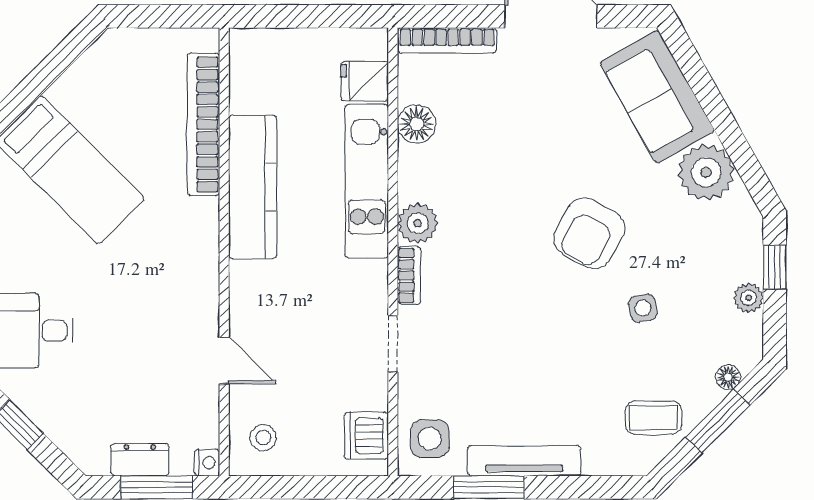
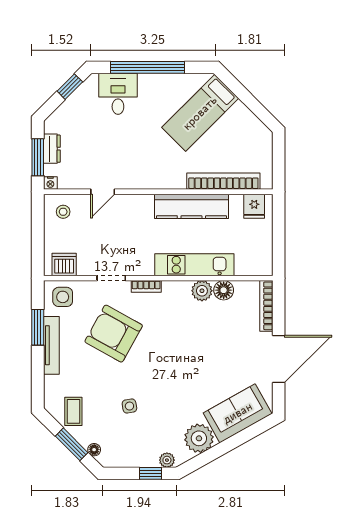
fridge: (365, 81) -> (254, 206), moved, turned 180
plant: (418, 223) -> (202, 291), moved
armchair: (589, 233) -> (114, 334), moved, width x1.36, depth x1.36
plant: (749, 298) -> (167, 460), moved

